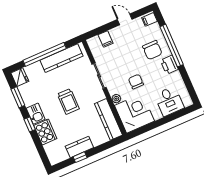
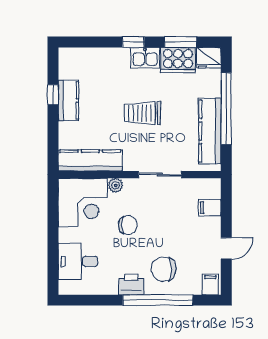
cooker: (45, 132) -> (178, 60), moved

